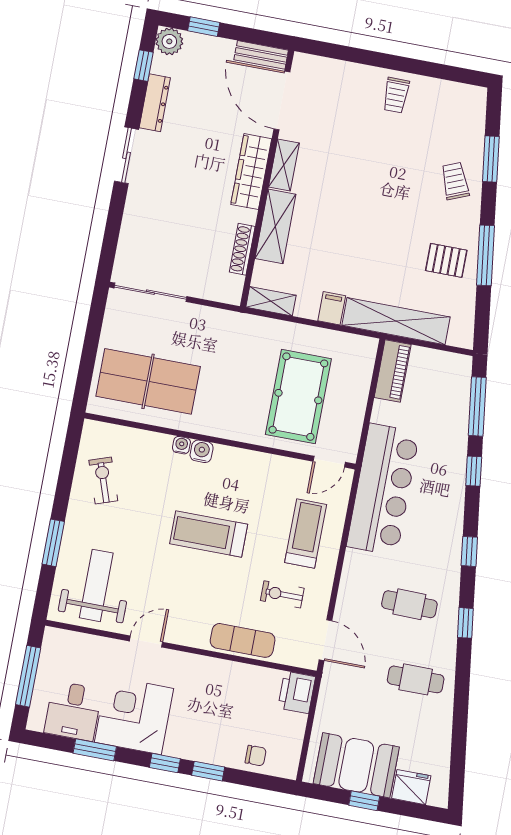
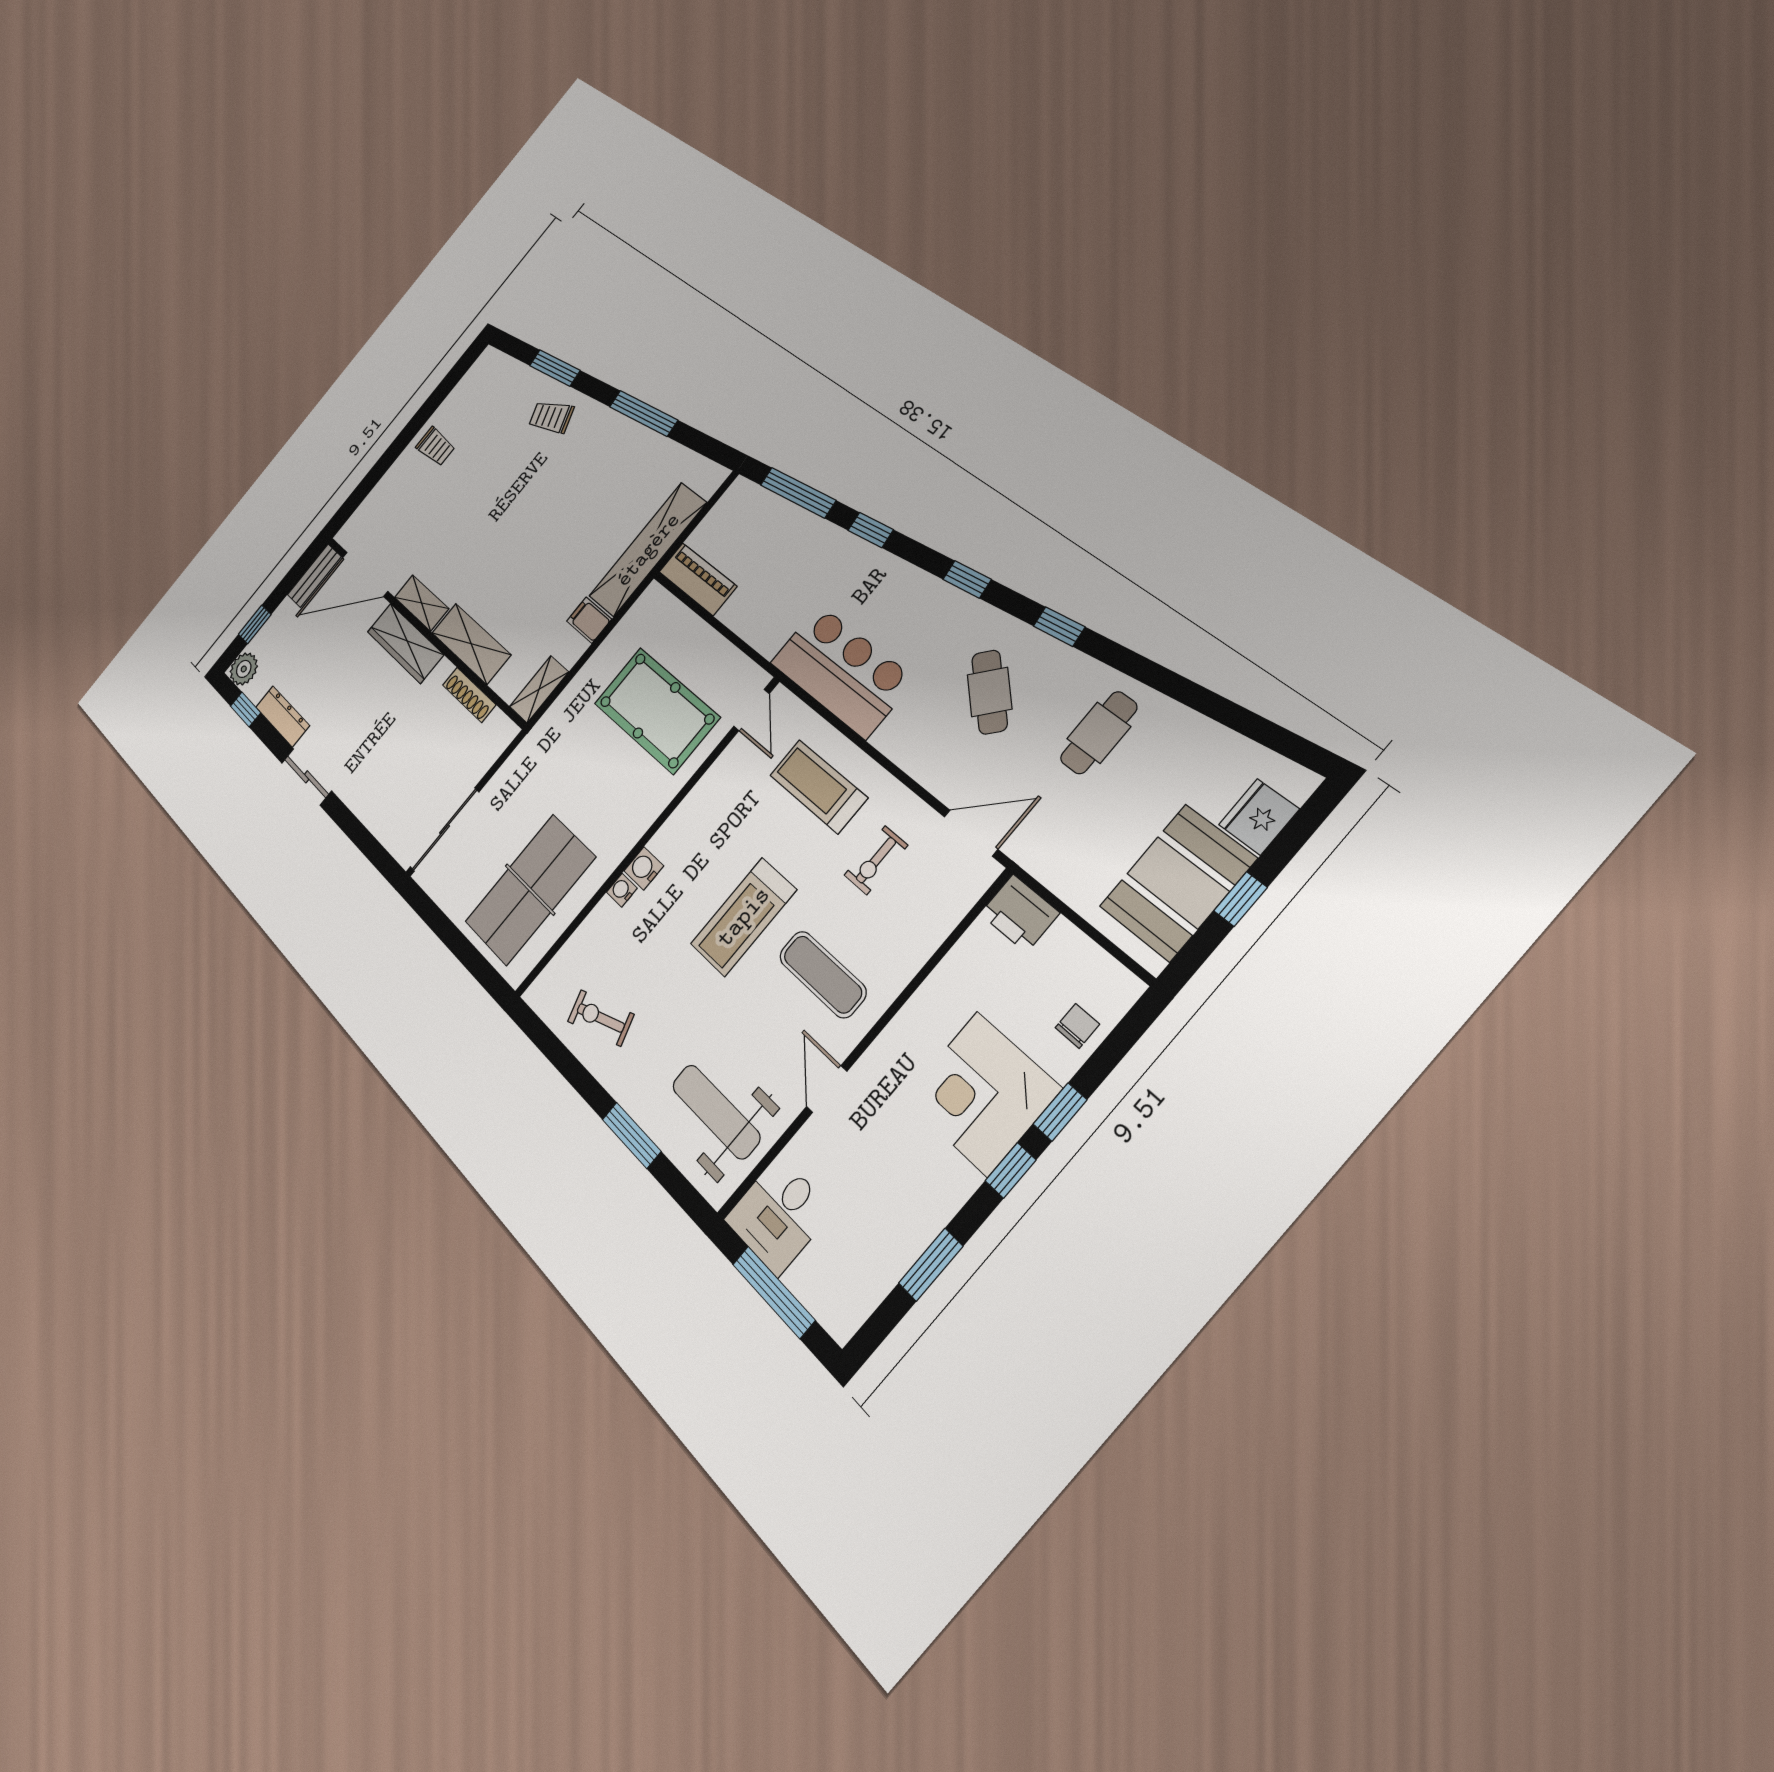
pallet: (446, 260) -> (621, 461), removed
bar counter: (383, 489) -> (842, 671), width x0.73
cafe table: (409, 604) -> (990, 692), turned -48
exercise mat: (243, 640) -> (823, 974), moved, turned 90
desk: (73, 711) -> (778, 1215), moved, turned 90
corner desk: (134, 715) -> (982, 1093), moved

